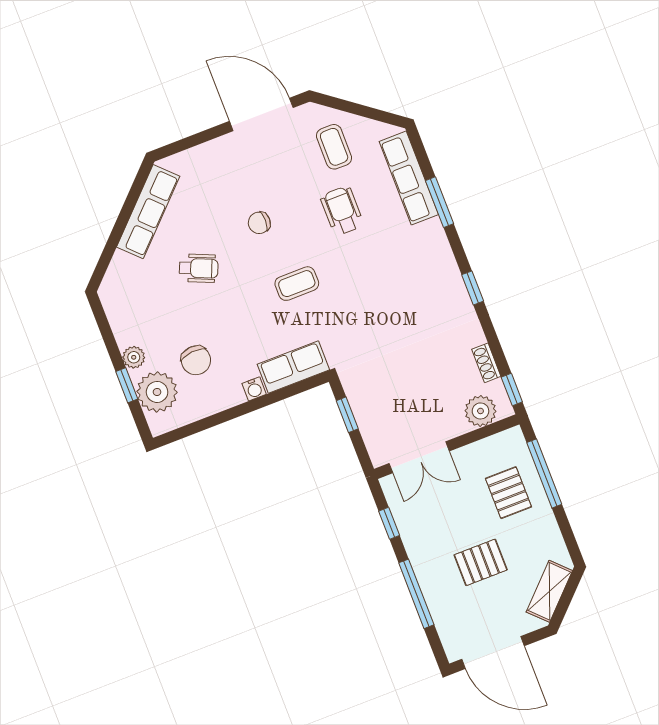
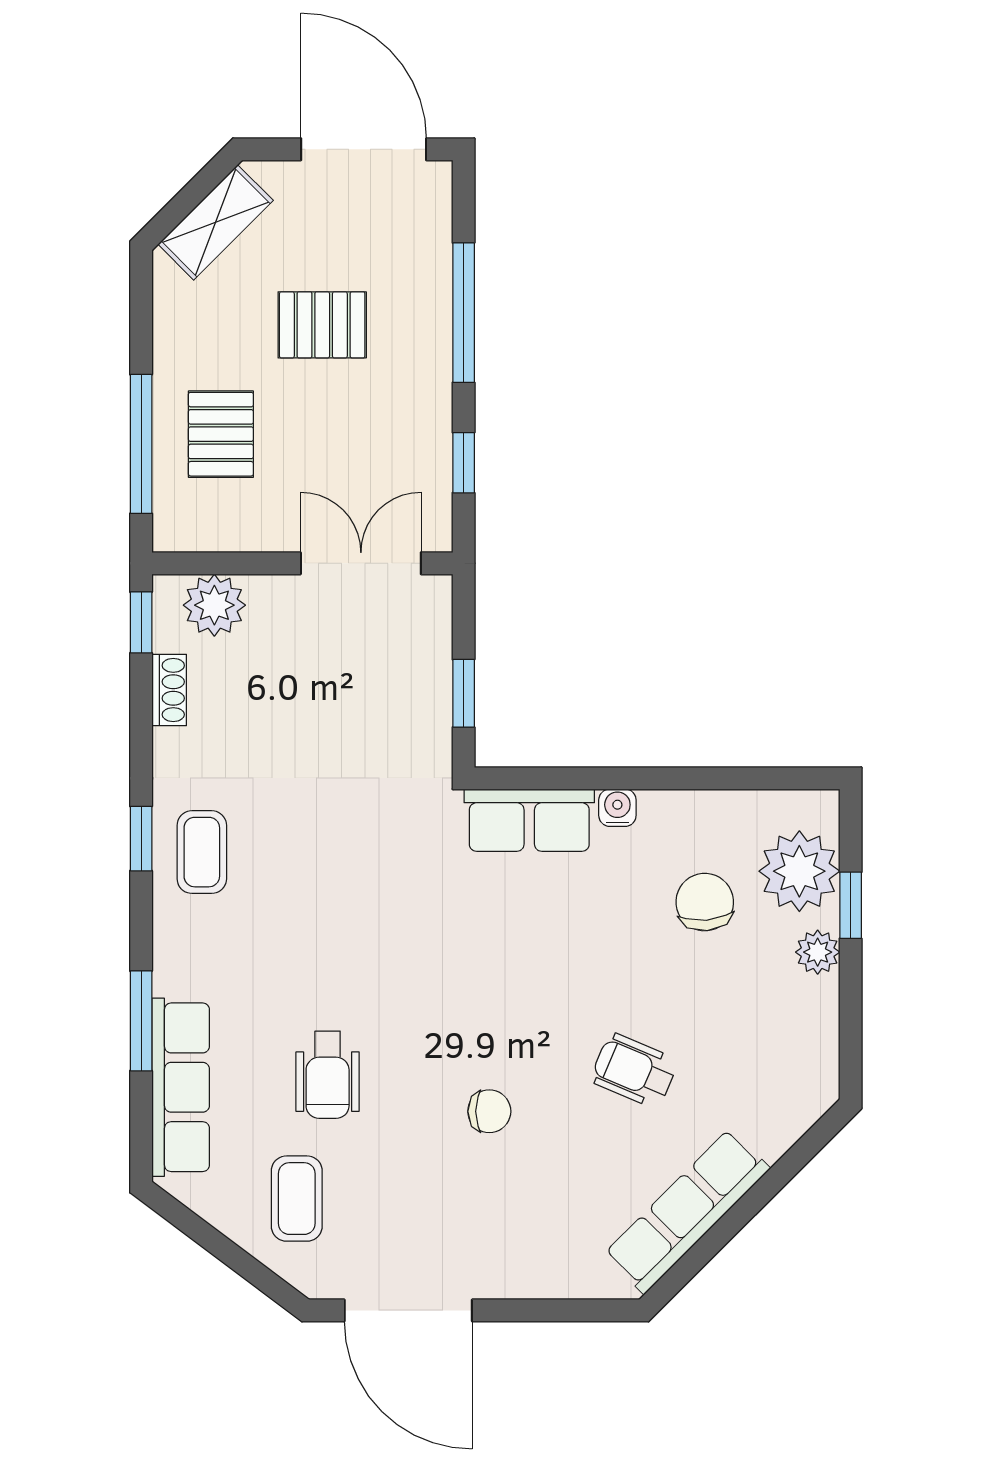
coffee table: (297, 284) -> (202, 852), moved, turned 90

